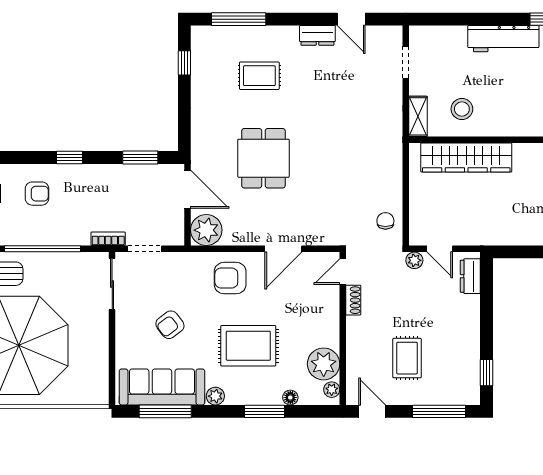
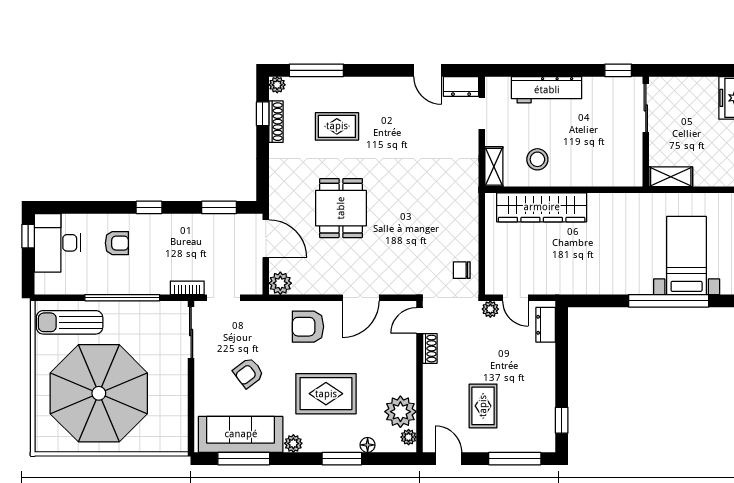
plant: (199, 34) -> (277, 85), added
dresser: (317, 35) -> (461, 86), moved
workbench: (503, 39) -> (547, 90), moved
shoe rack: (198, 71) -> (276, 122), added
chair: (385, 221) -> (462, 270), turned -90
plant: (206, 230) -> (280, 283), width x0.73, depth x0.73

